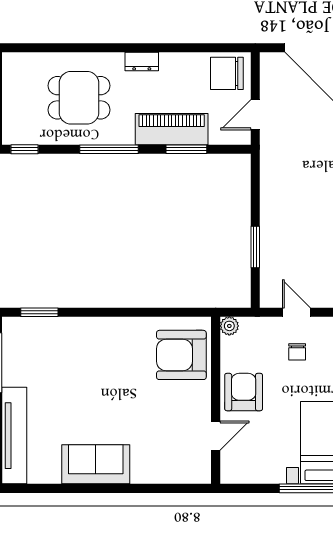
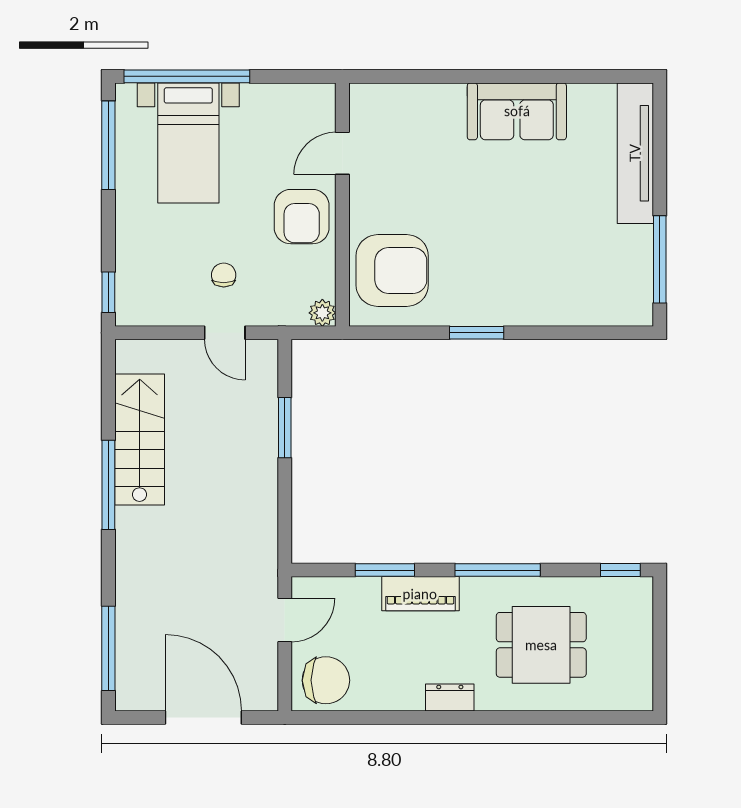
piano: (172, 129) -> (420, 594), width x0.73, depth x0.75
window: (39, 312) -> (477, 333), moved

